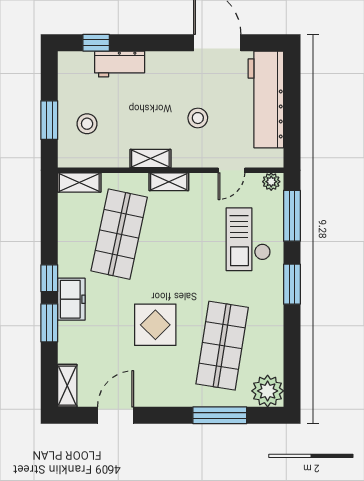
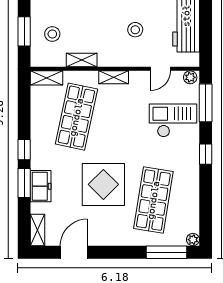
shelving: (150, 159) -> (82, 60), moved
checkout: (248, 239) -> (173, 120), turned 90
window: (292, 284) -> (206, 154), width x0.67
freezer: (71, 299) -> (41, 186), moved
display table: (155, 325) -> (103, 184), width x1.36, depth x1.36
plant: (268, 391) -> (193, 240), width x0.53, depth x0.53
window: (220, 415) -> (166, 252), moved

